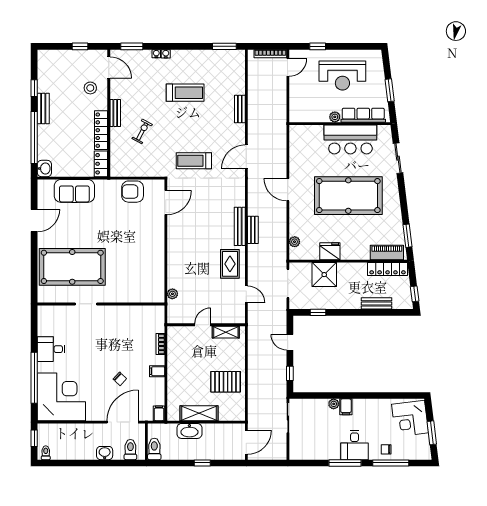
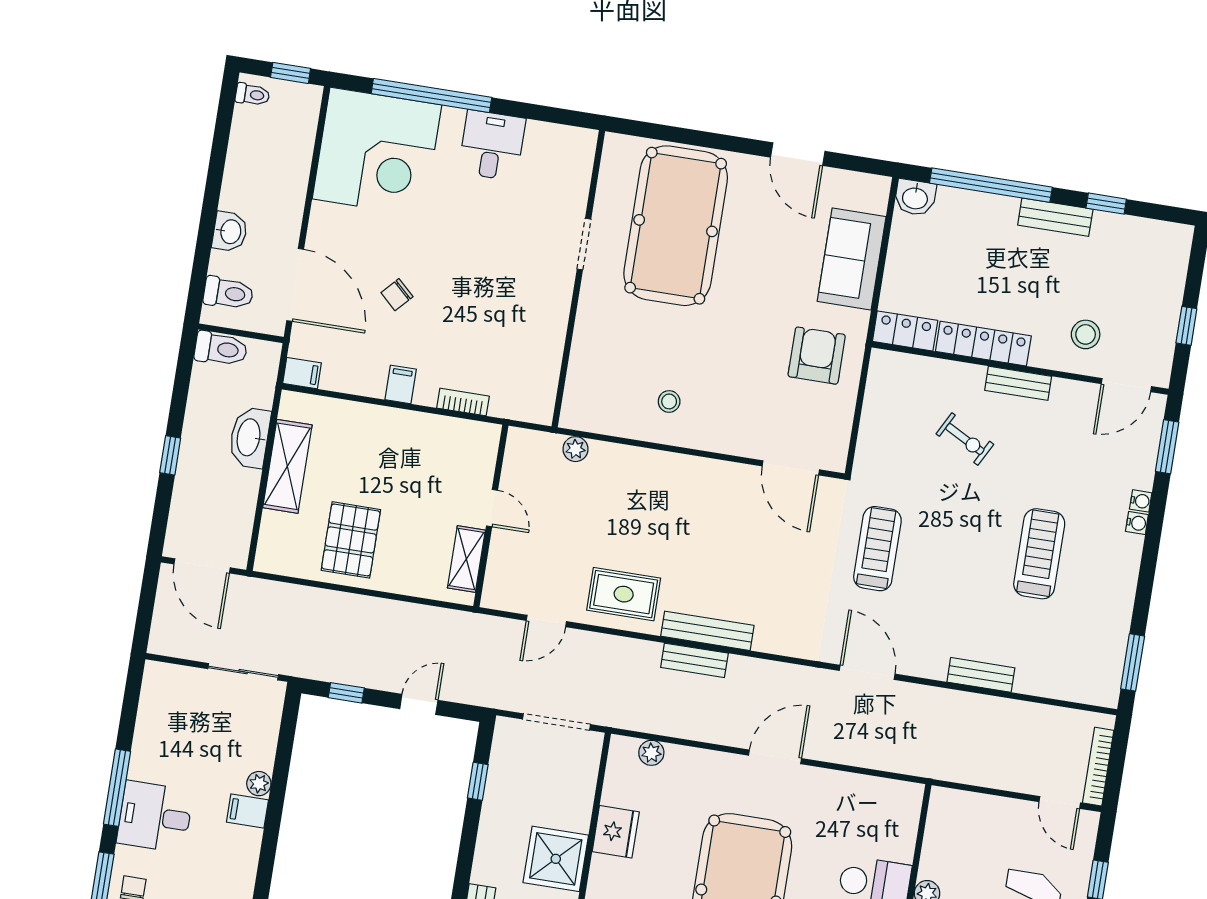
treadmill: (185, 93) -> (1039, 554), turned 180
armchair: (133, 192) -> (817, 356), moved
stool: (146, 258) -> (669, 401), added
shower: (324, 275) -> (556, 859), moved

